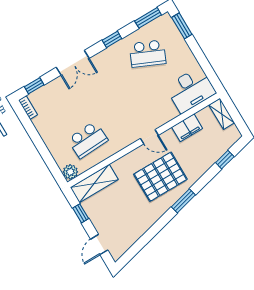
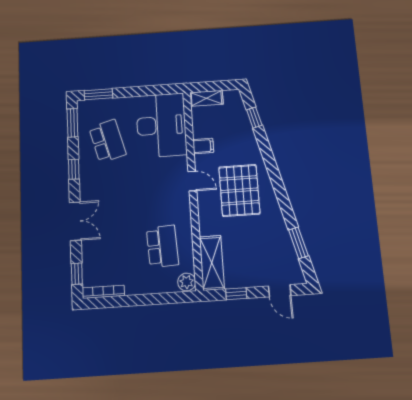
school desk: (148, 54) -> (107, 141), turned -39
desk: (191, 90) -> (161, 125), width x1.36, depth x1.30
bookcase: (28, 108) -> (103, 292), width x1.56
filing cabinet: (187, 128) -> (203, 146), width x0.50
door: (149, 137) -> (192, 181), hinge flipped
window: (183, 201) -> (298, 243), moved

